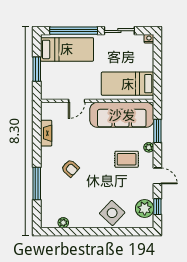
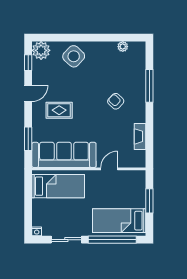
plant: (149, 147) -> (37, 122), removed
door: (157, 176) -> (28, 93), swing flipped
plant: (145, 208) -> (41, 50), moved

